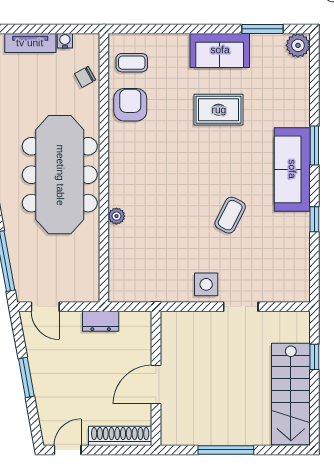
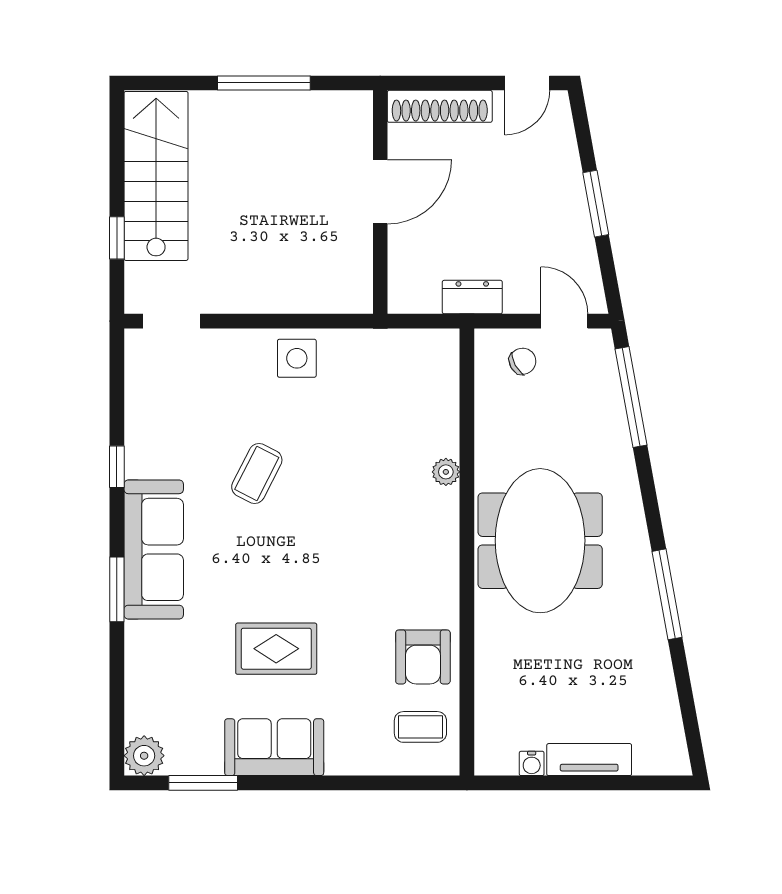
chair: (85, 77) -> (523, 361), moved
meeting table: (60, 175) -> (540, 541), width x0.73
doorway: (241, 307) -> (172, 321), moved

